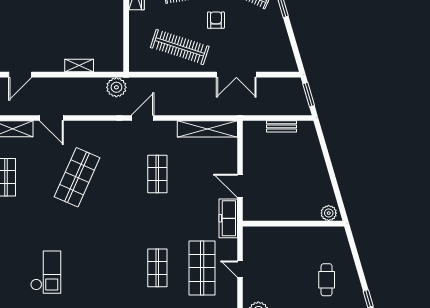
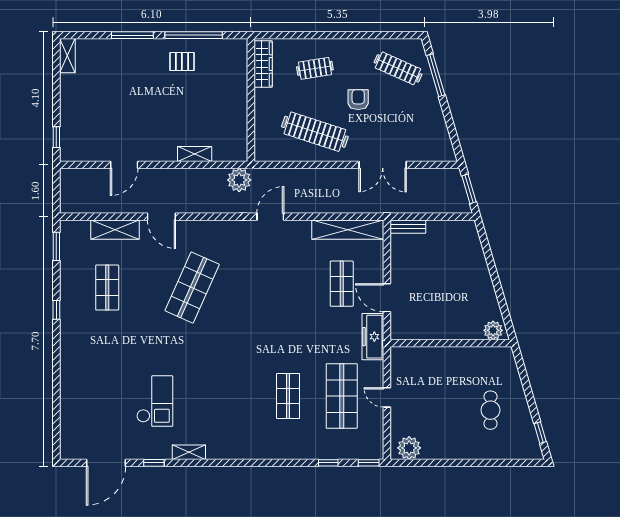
bench: (281, 126) -> (408, 227), moved
shop shelf: (157, 174) -> (342, 284), moved

